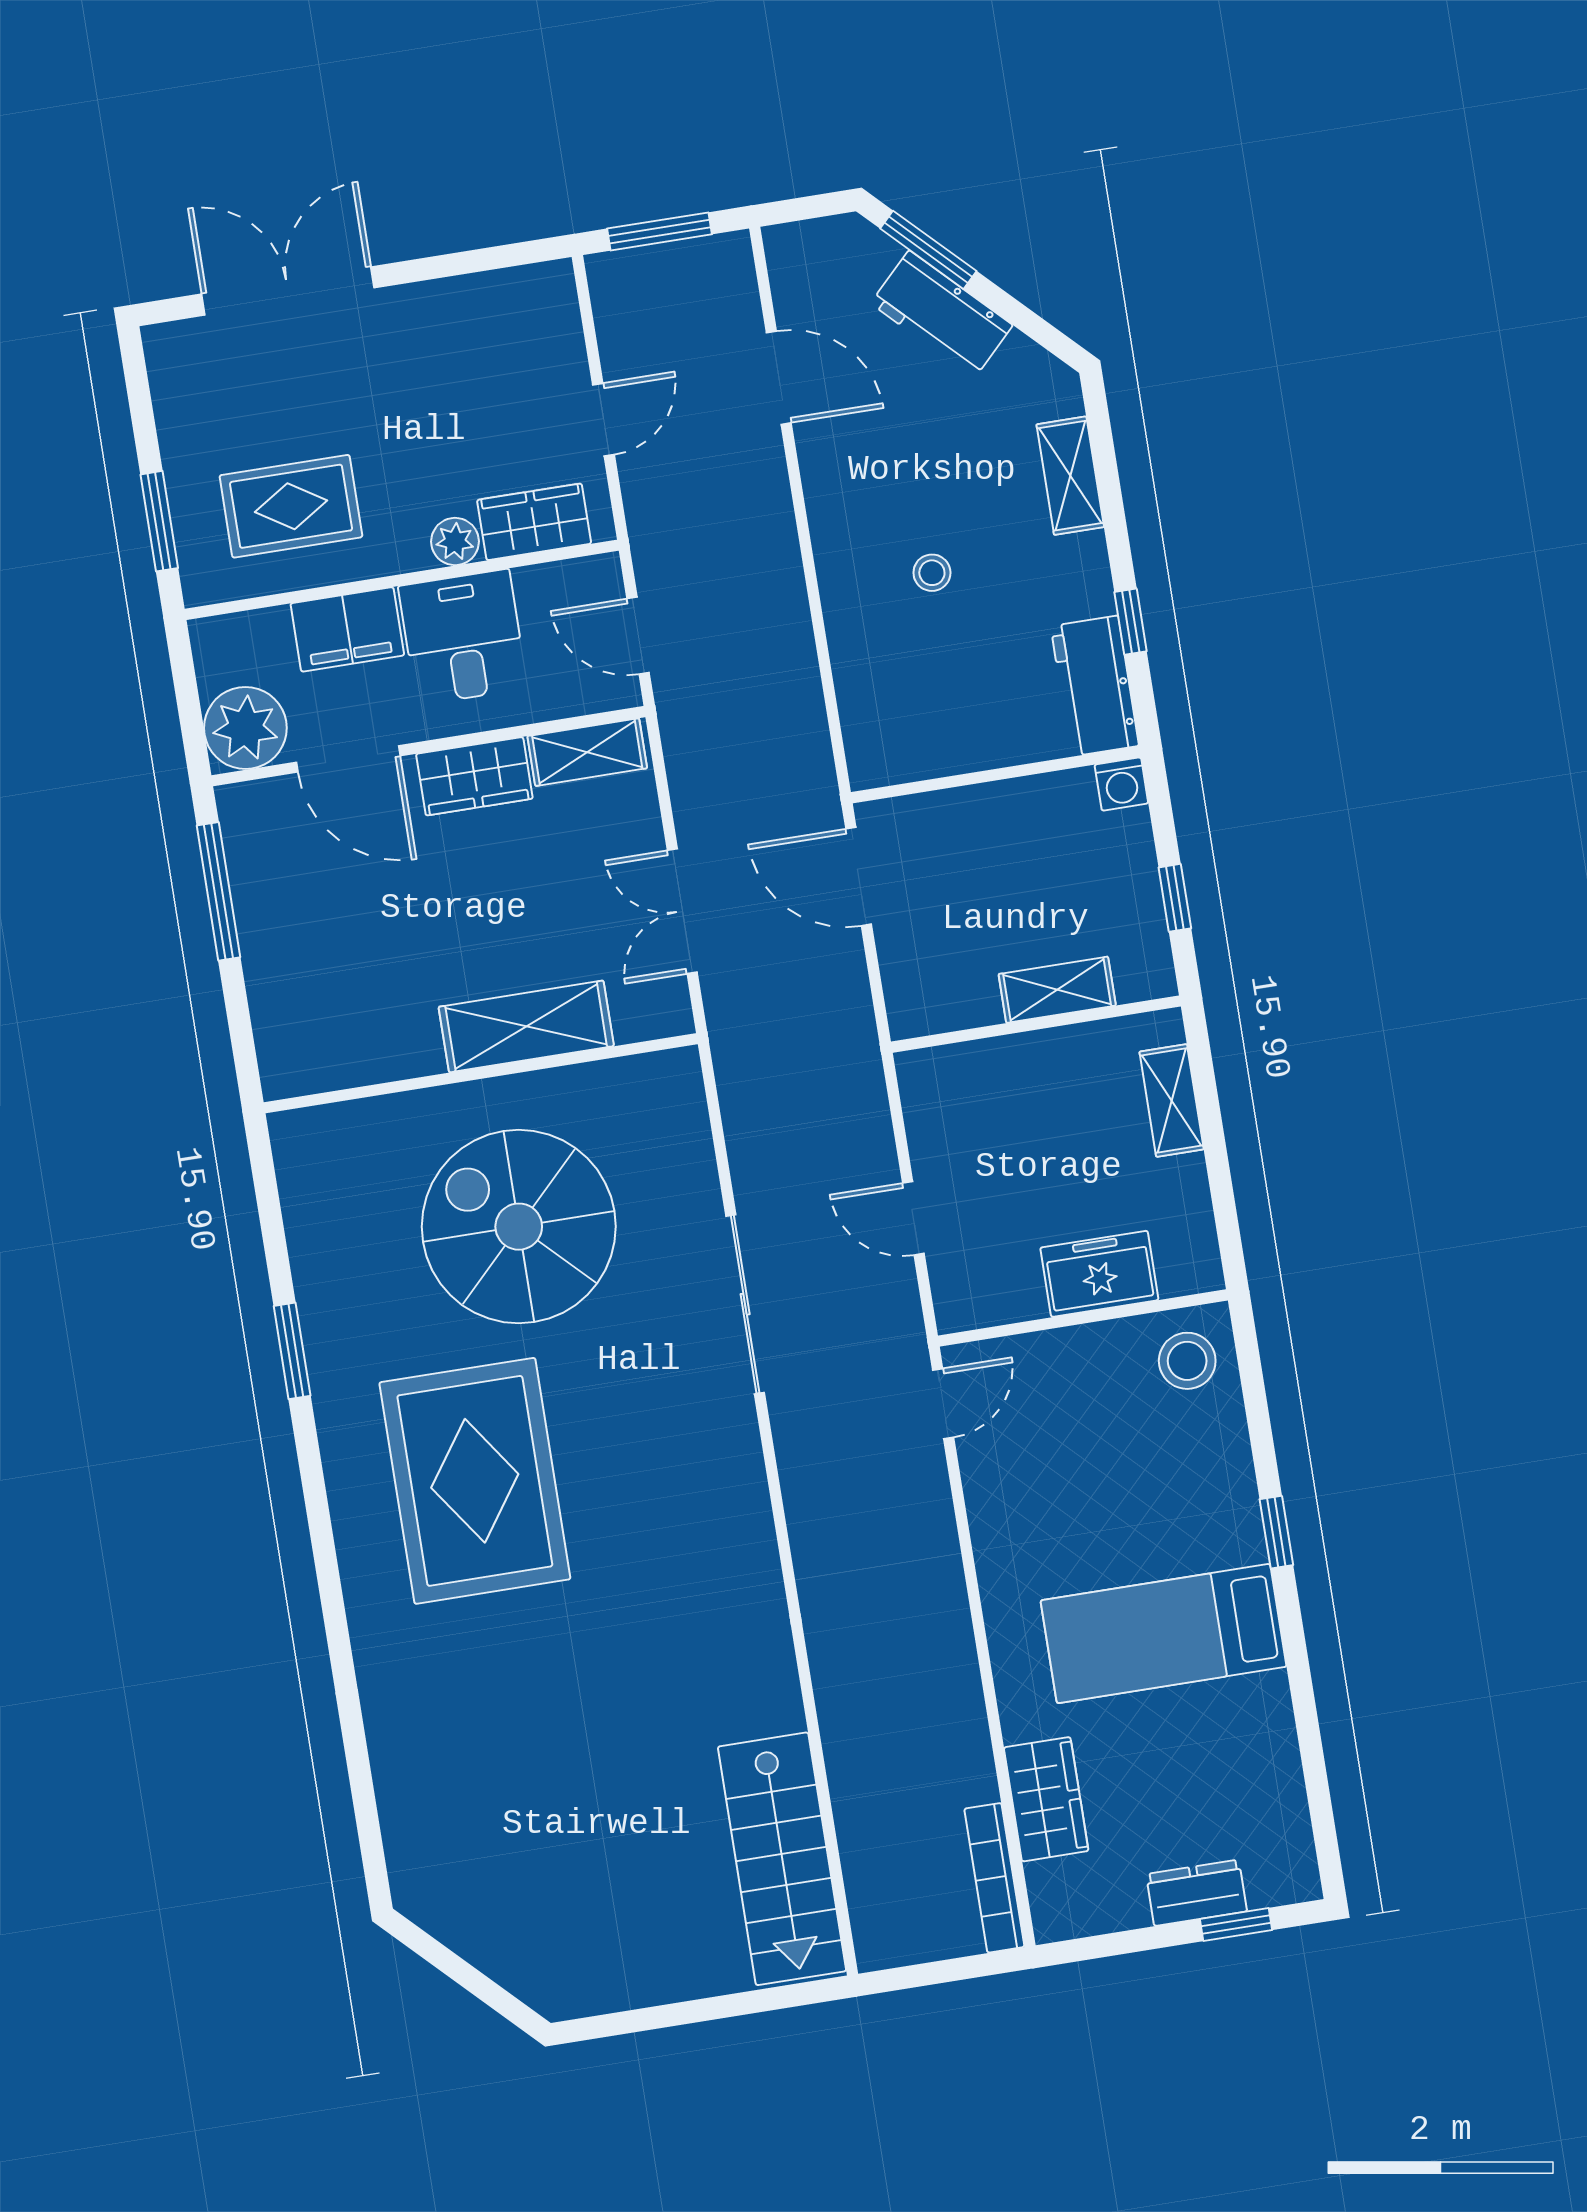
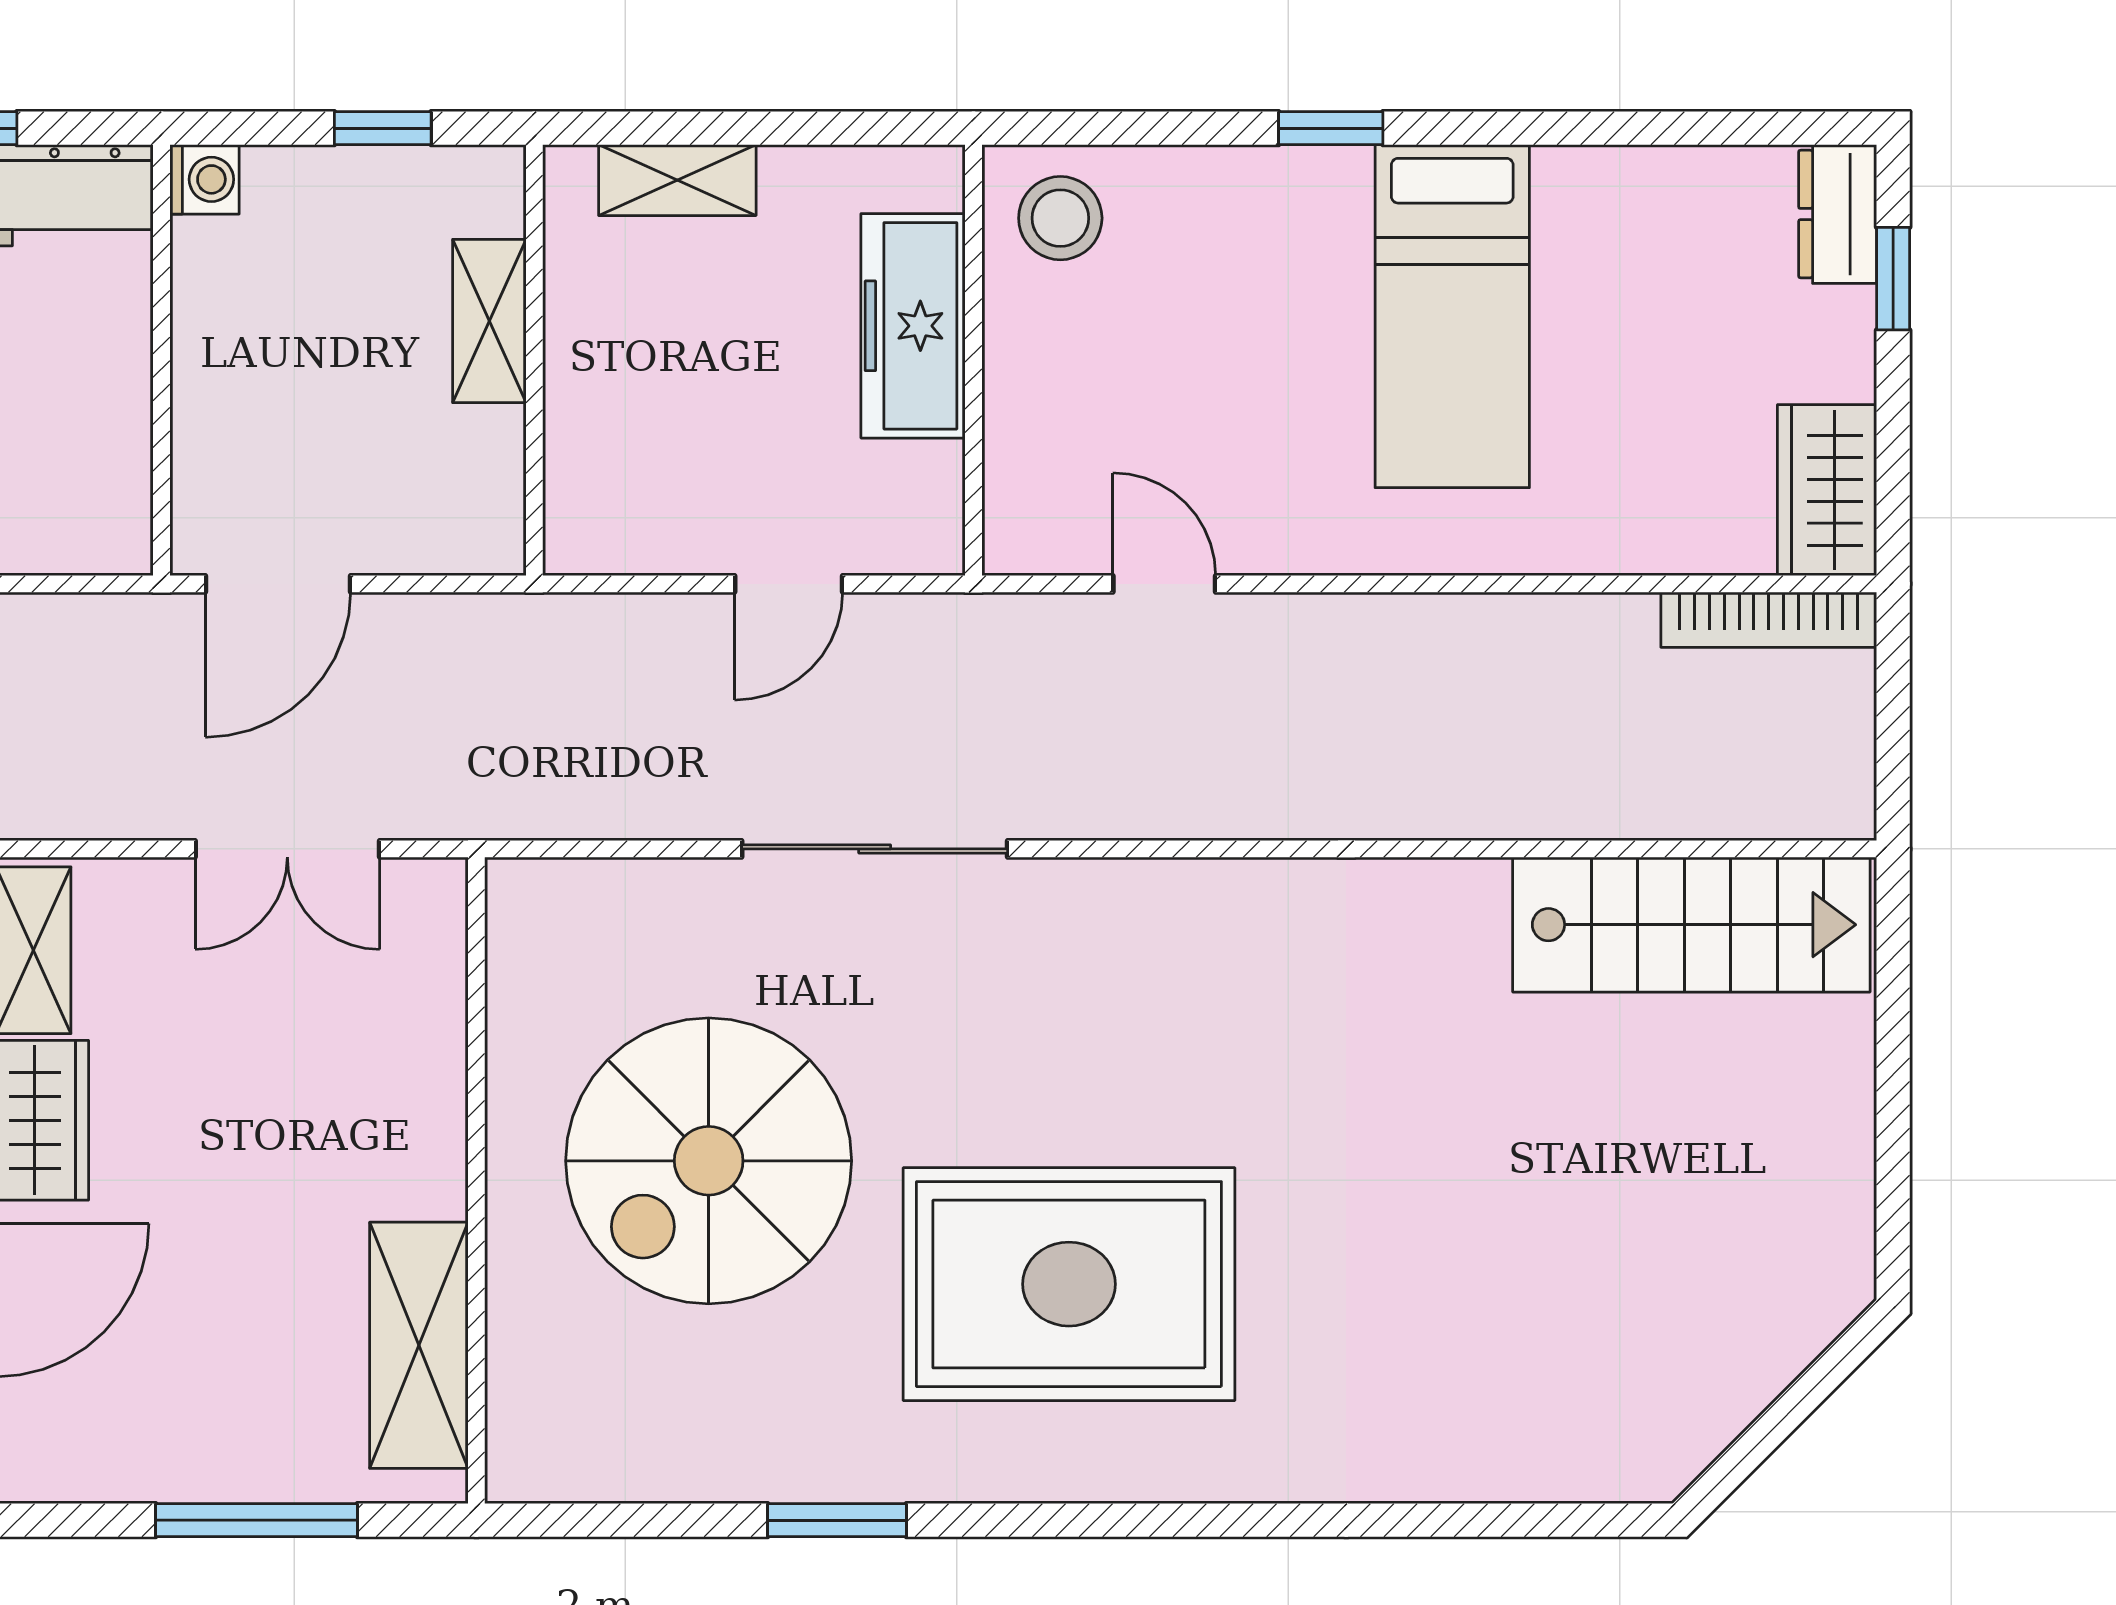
window: (218, 891) -> (256, 1520), moved
shelving: (526, 1026) -> (419, 1345), moved
freezer: (1099, 1274) -> (913, 326), width x1.40
door: (943, 1404) -> (1164, 584), moved
wardrobe: (1046, 1799) -> (1827, 490), moved, turned -90
dresser: (1197, 1893) -> (1838, 214), moved

